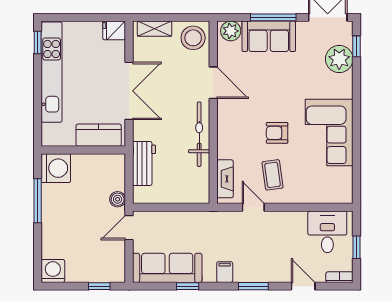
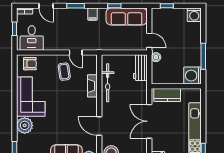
plant: (339, 59) -> (25, 125), moved
armchair: (277, 133) -> (30, 64), moved
bicycle: (199, 134) -> (108, 83), moved
workbench: (144, 163) -> (140, 68), moved
fireplace: (225, 179) -> (92, 86), moved
door: (129, 228) -> (149, 40), hinge flipped

